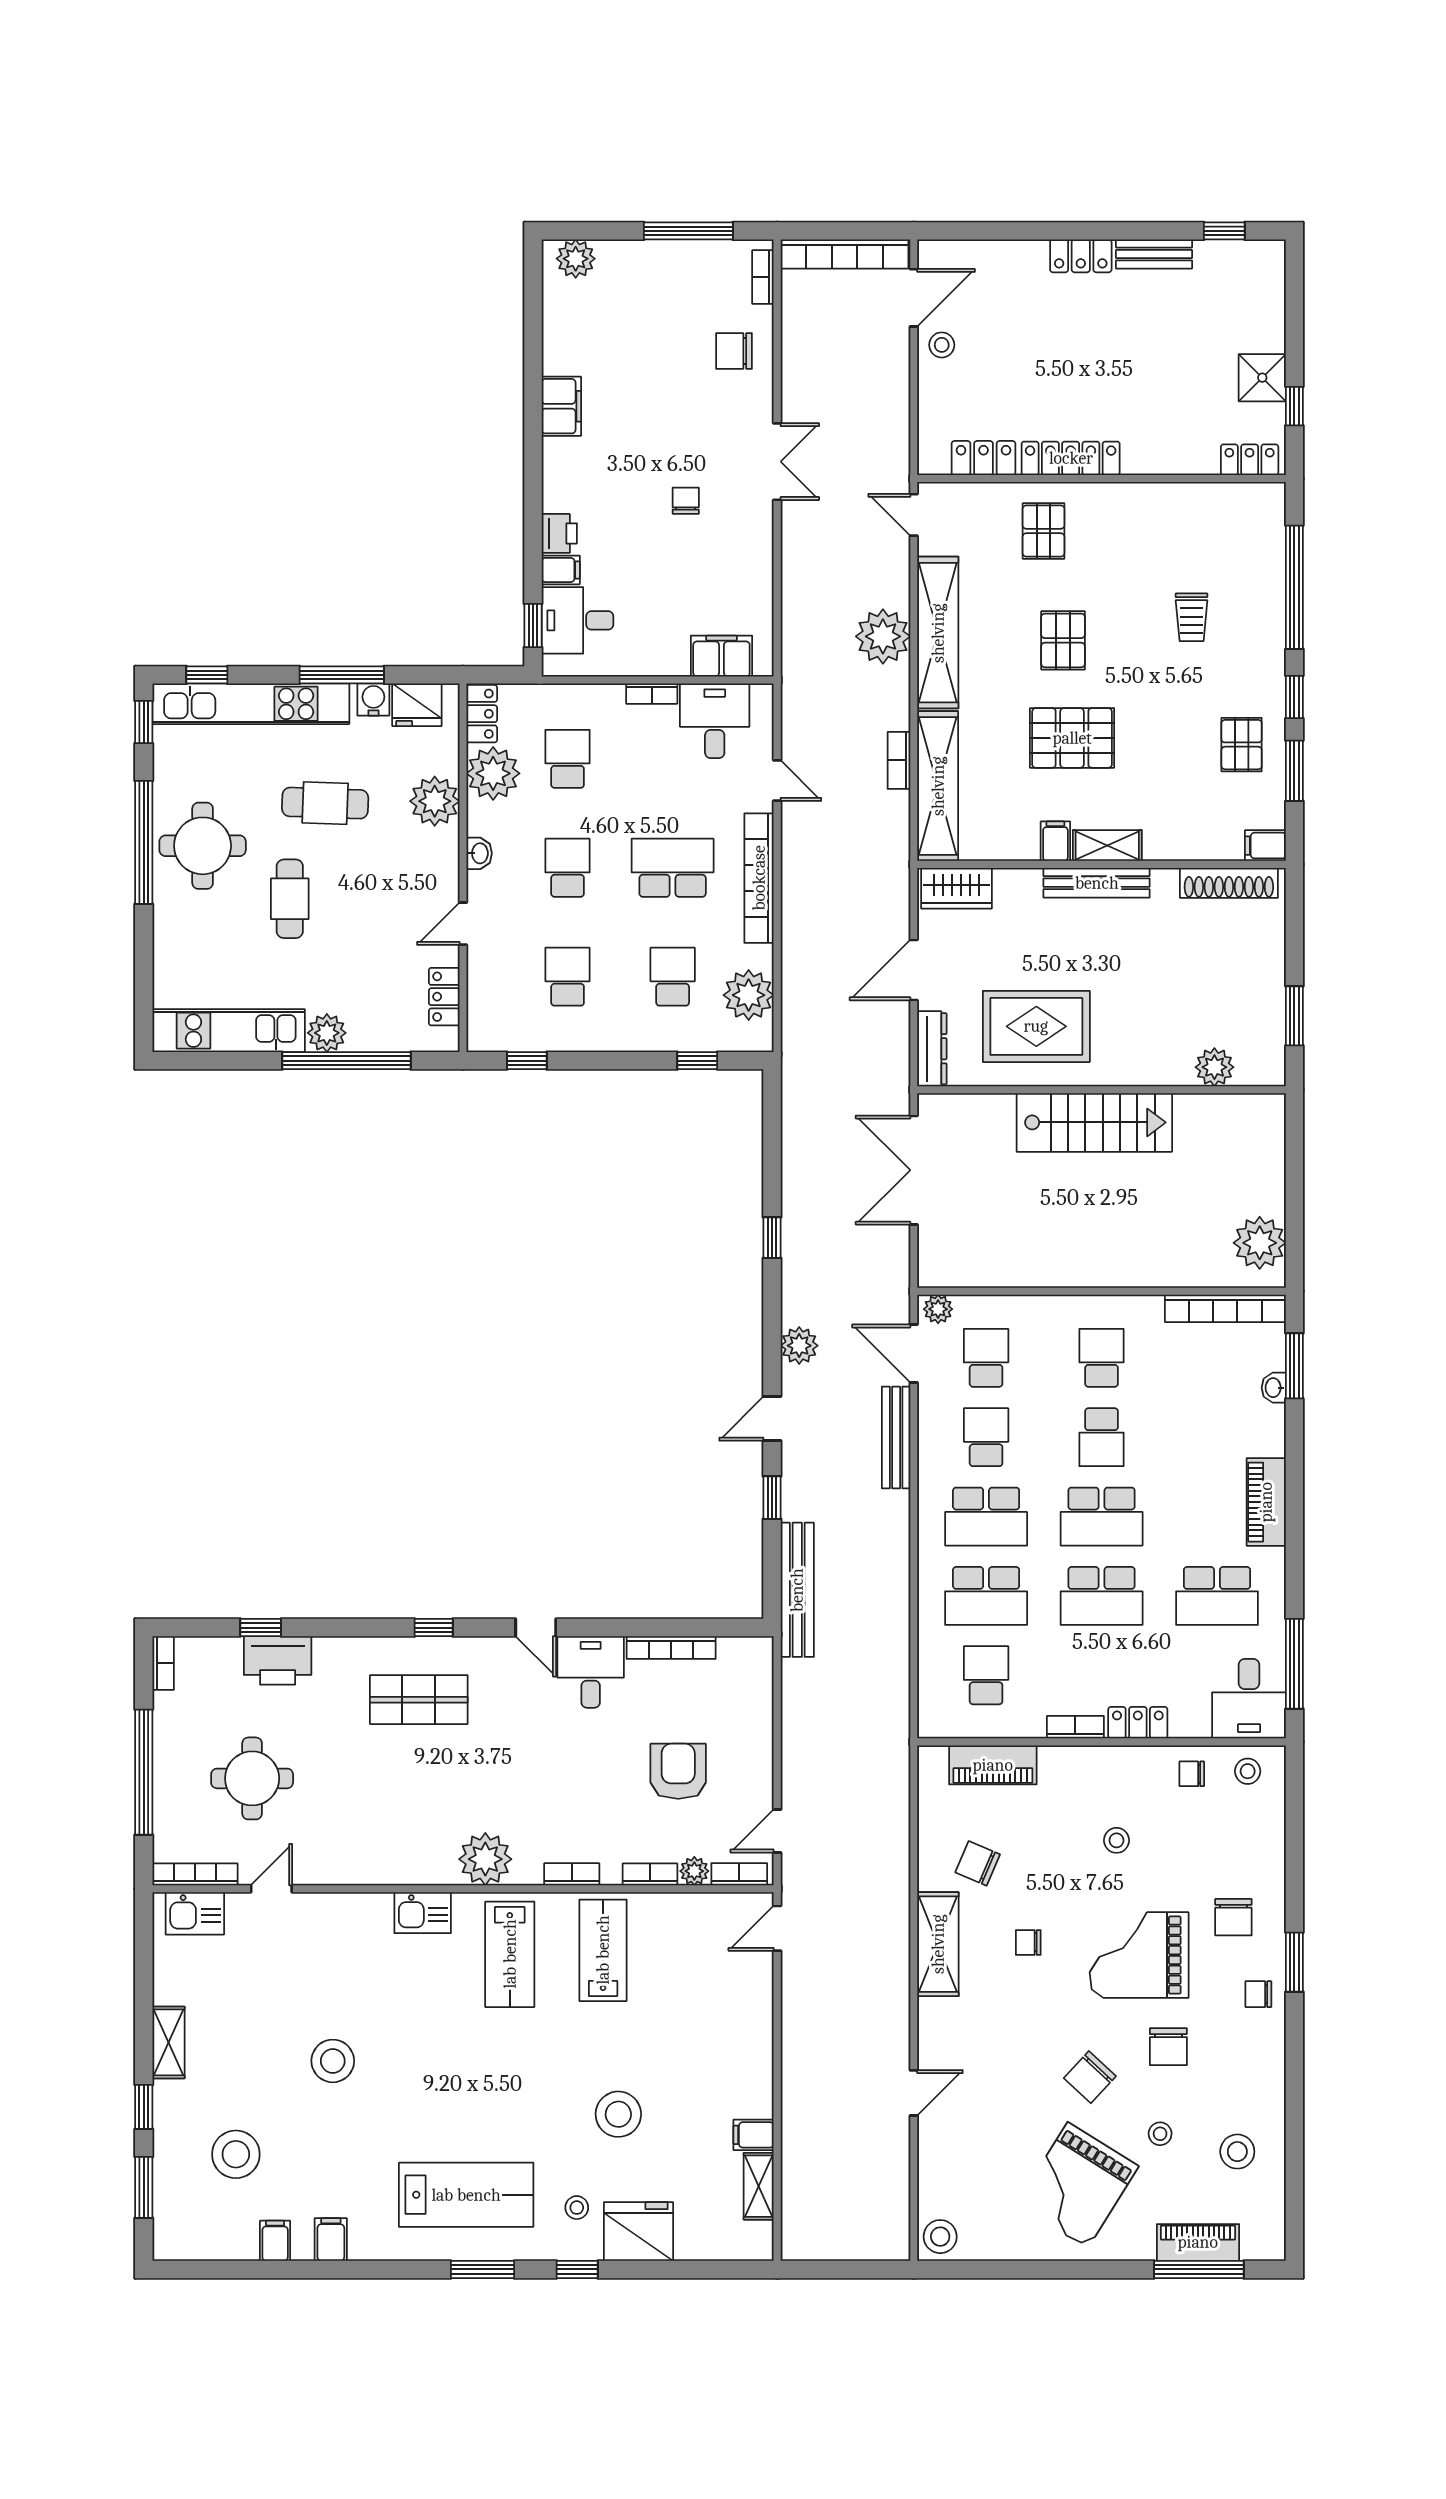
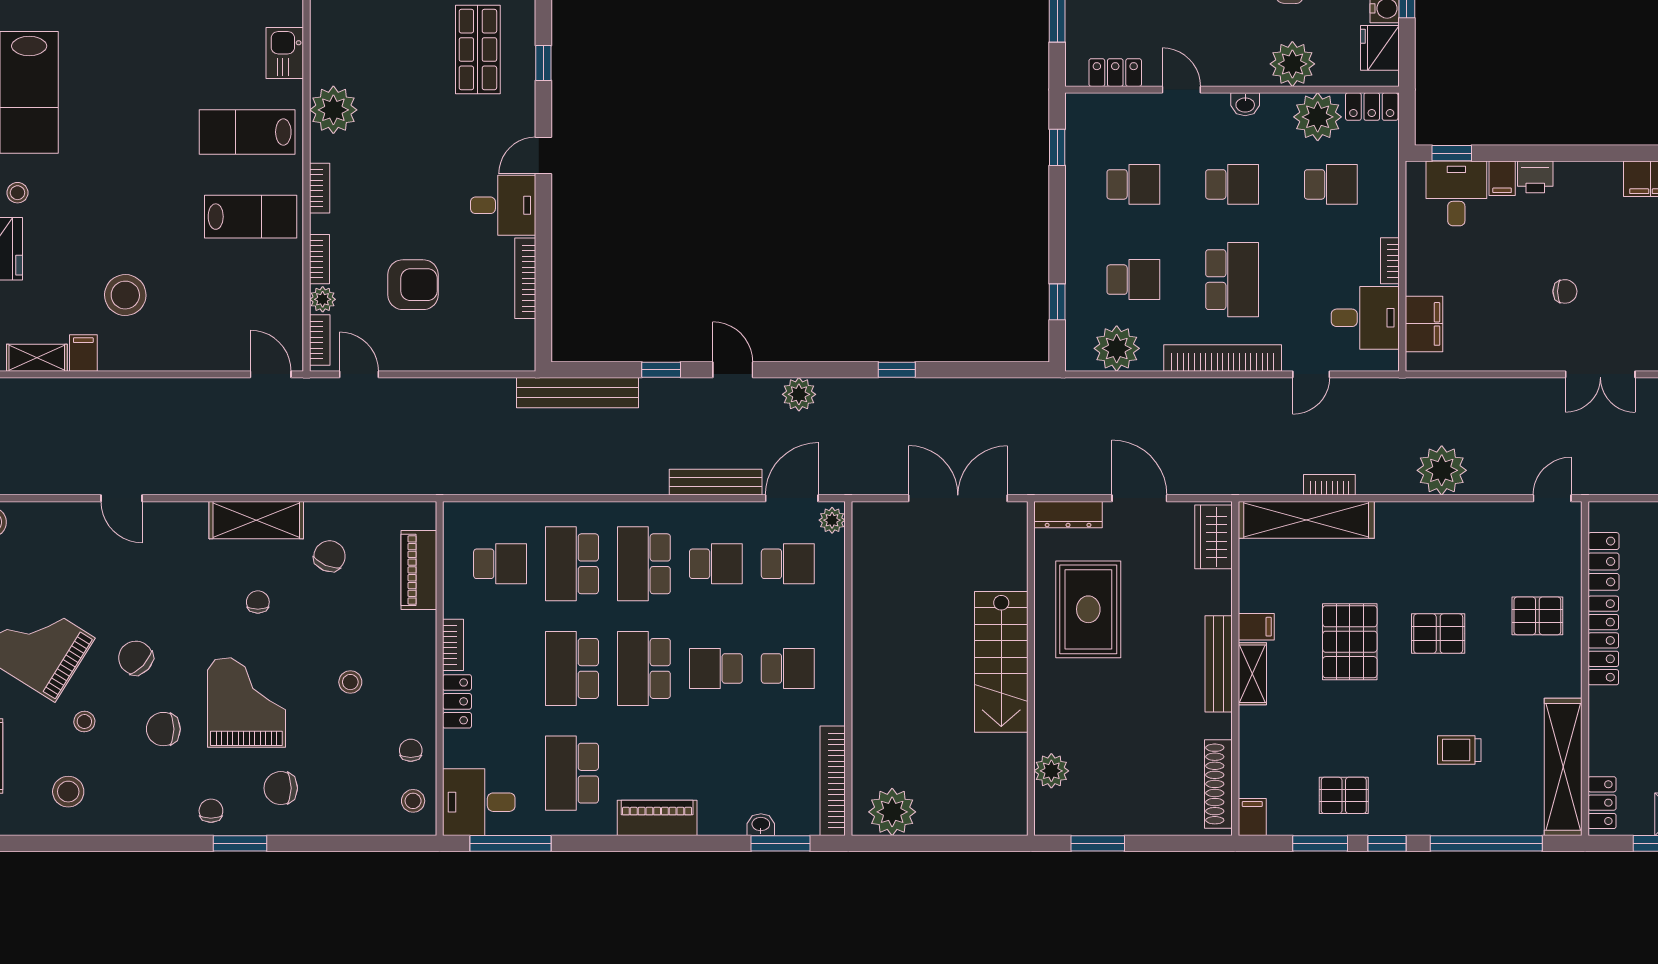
shelving: (938, 633) -> (1563, 767), moved, turned 90
stool: (618, 2114) -> (125, 295), moved

